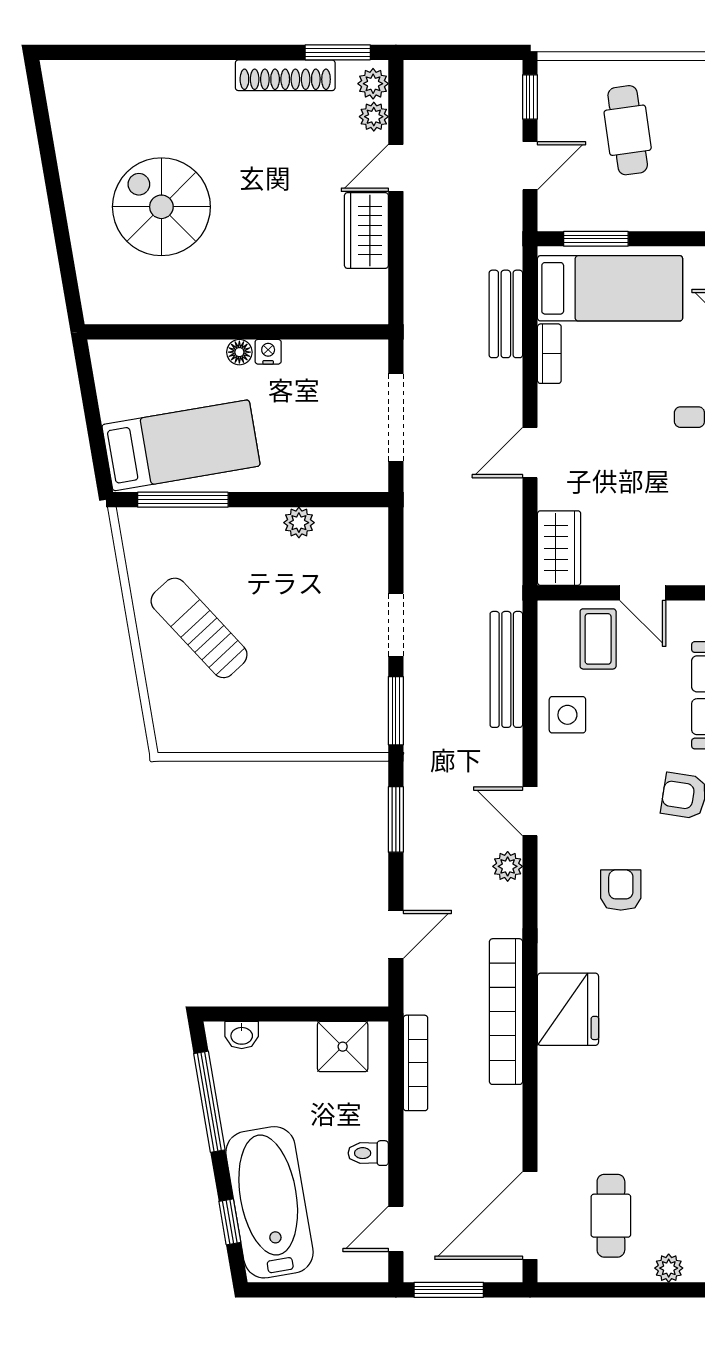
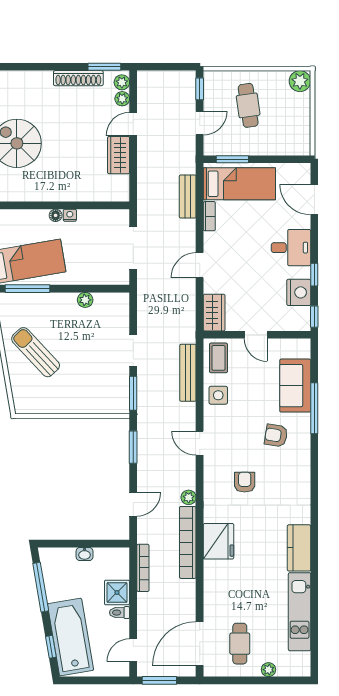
coffee table: (598, 639) -> (218, 358), moved
plant: (508, 866) -> (189, 497), moved
washbasin: (242, 1035) -> (85, 554), moved
shower: (343, 1047) -> (117, 593), moved

